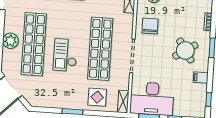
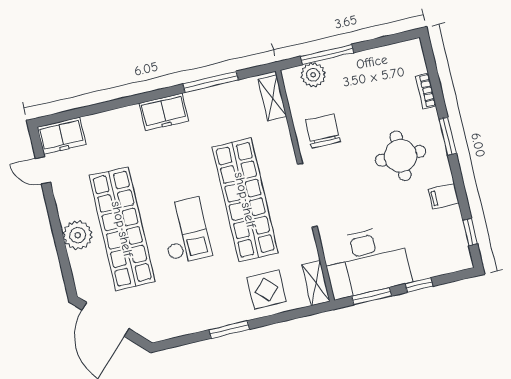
round table: (185, 50) -> (401, 156), turned 33
checkout: (65, 55) -> (185, 231), turned 180

